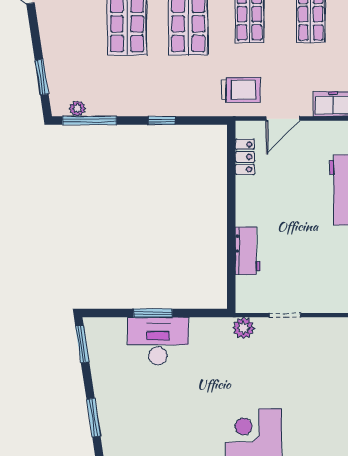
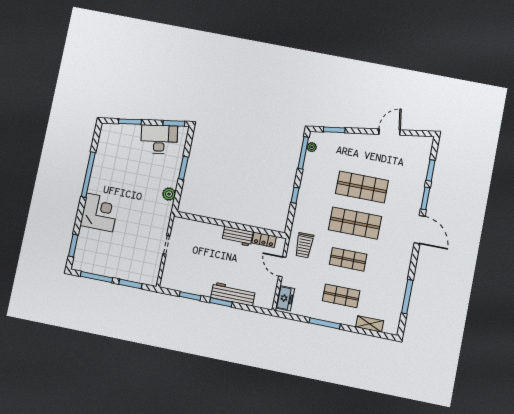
workbench: (248, 251) -> (237, 236), moved
plant: (244, 328) -> (169, 194), moved
desk: (158, 341) -> (159, 139), moved, turned -99

